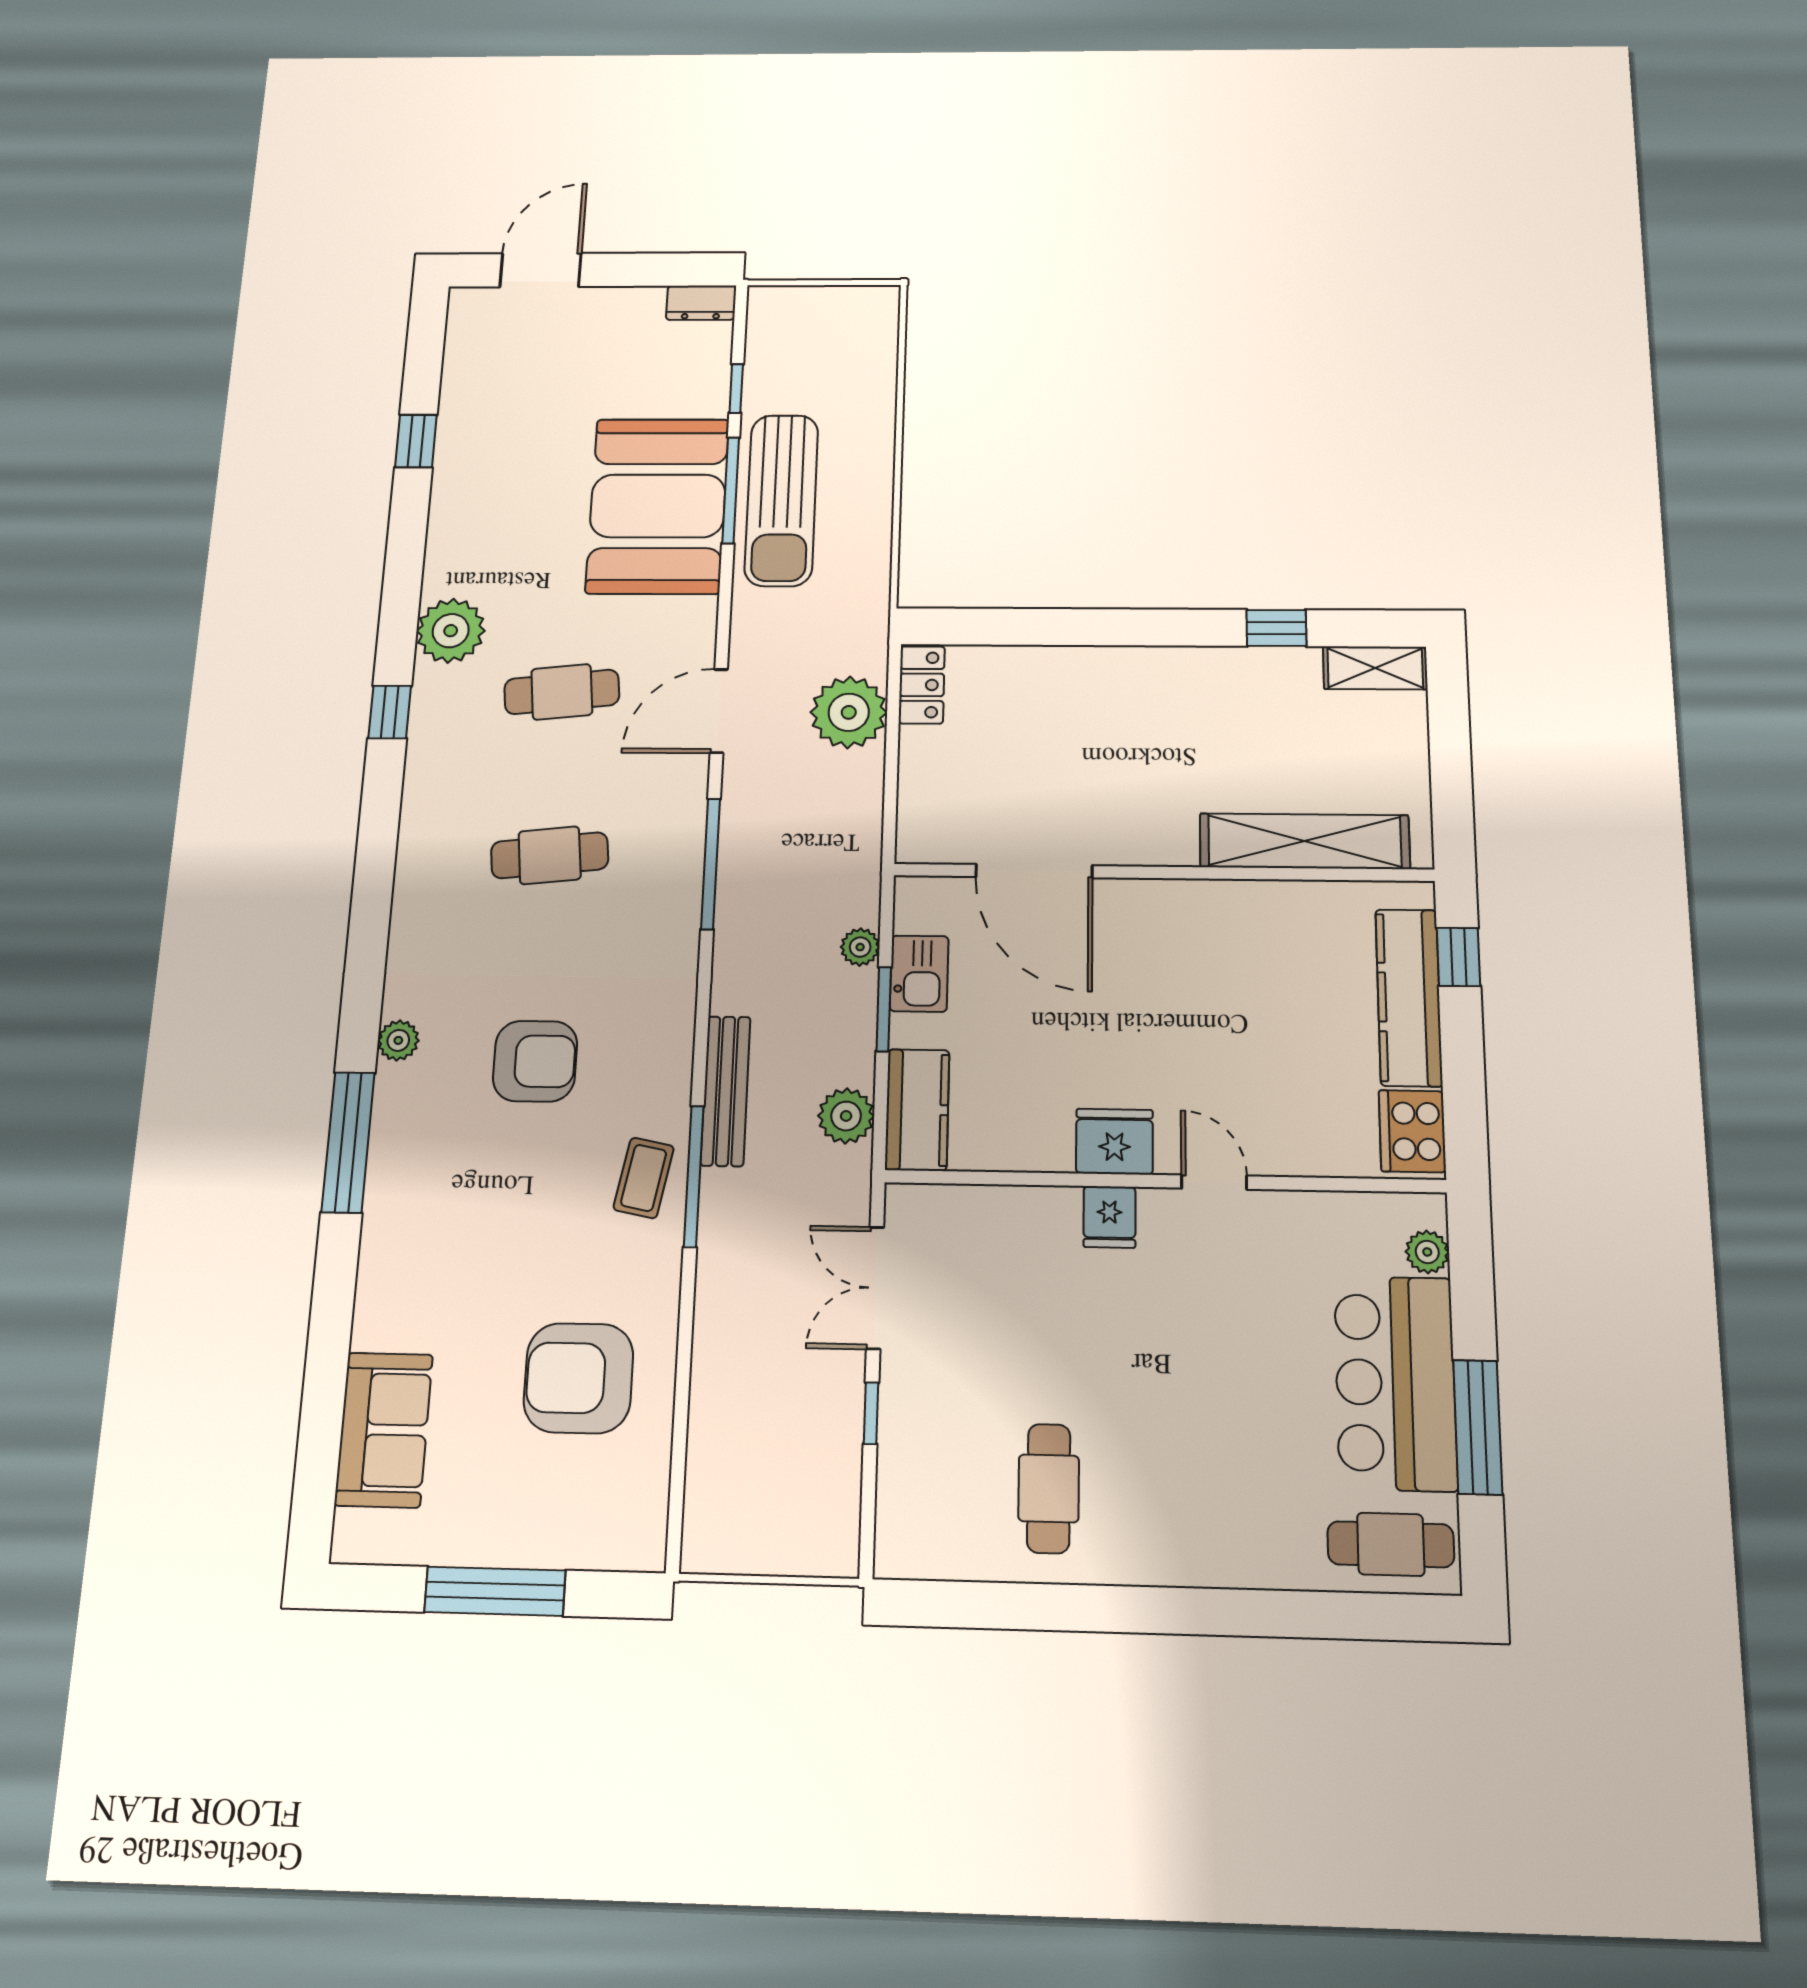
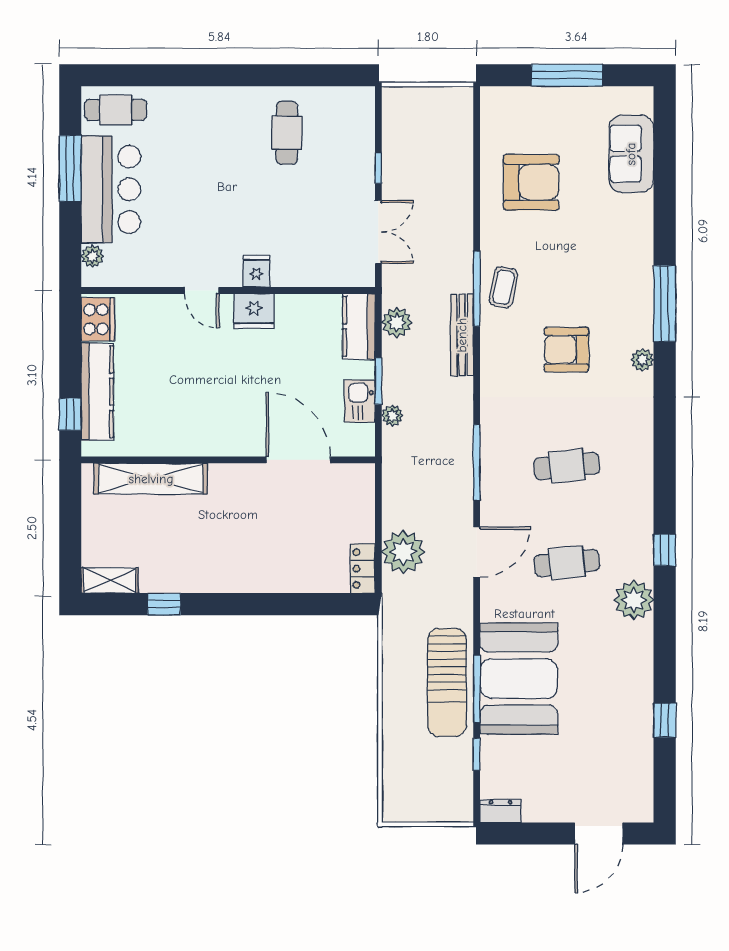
sun lounger: (781, 500) -> (447, 682), turned 180

